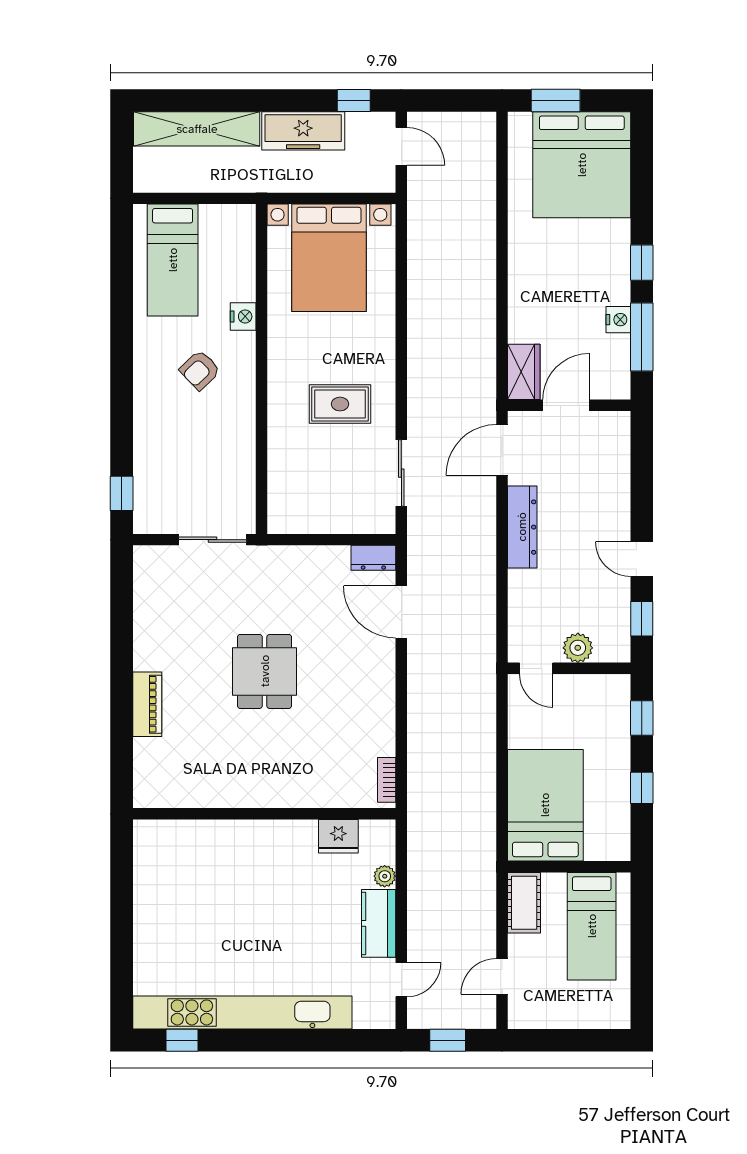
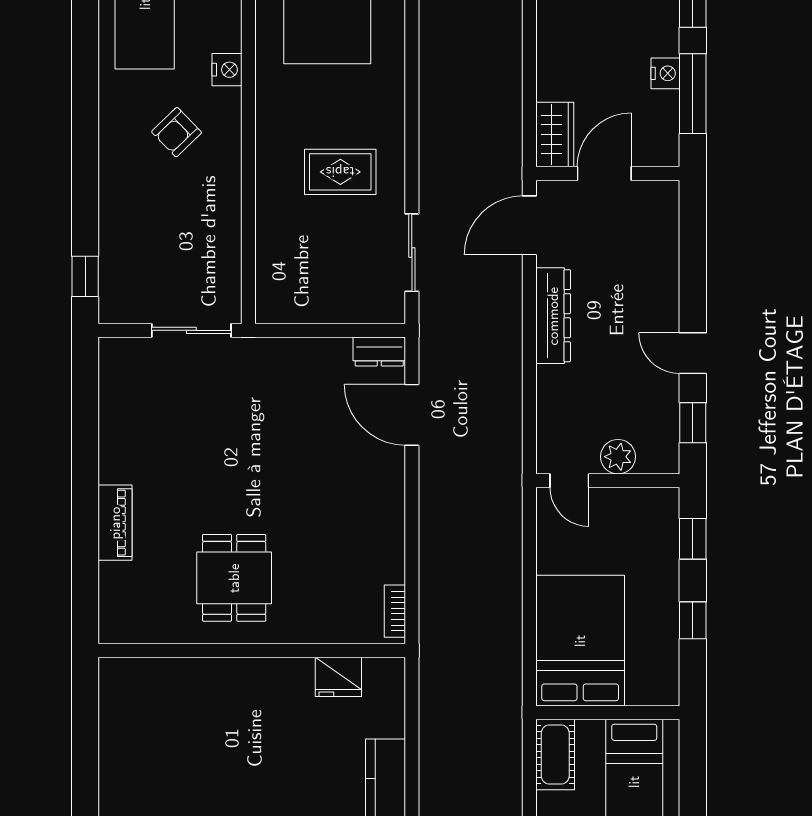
dining table: (265, 671) -> (234, 578), moved
plant: (385, 876) -> (393, 724), removed

